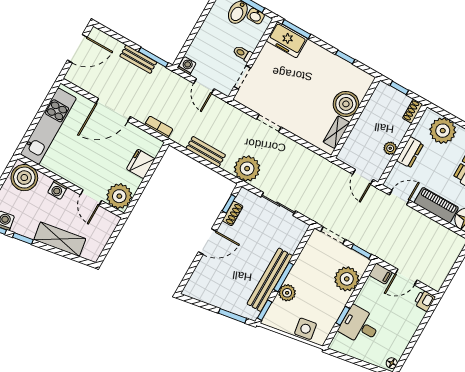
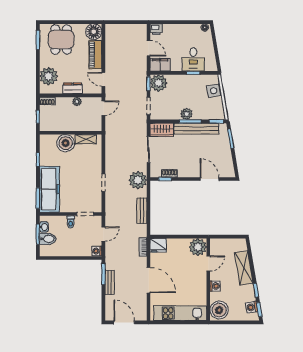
freezer: (287, 40) -> (49, 189), width x1.91, depth x1.26
fridge: (141, 164) -> (158, 245), moved
wardrobe: (293, 235) -> (162, 130), added
door: (207, 242) -> (210, 179), moved
filing cabinet: (381, 274) -> (160, 65), width x2.00
plant: (347, 279) -> (159, 83), moved
plant: (287, 293) -> (187, 114), moved

